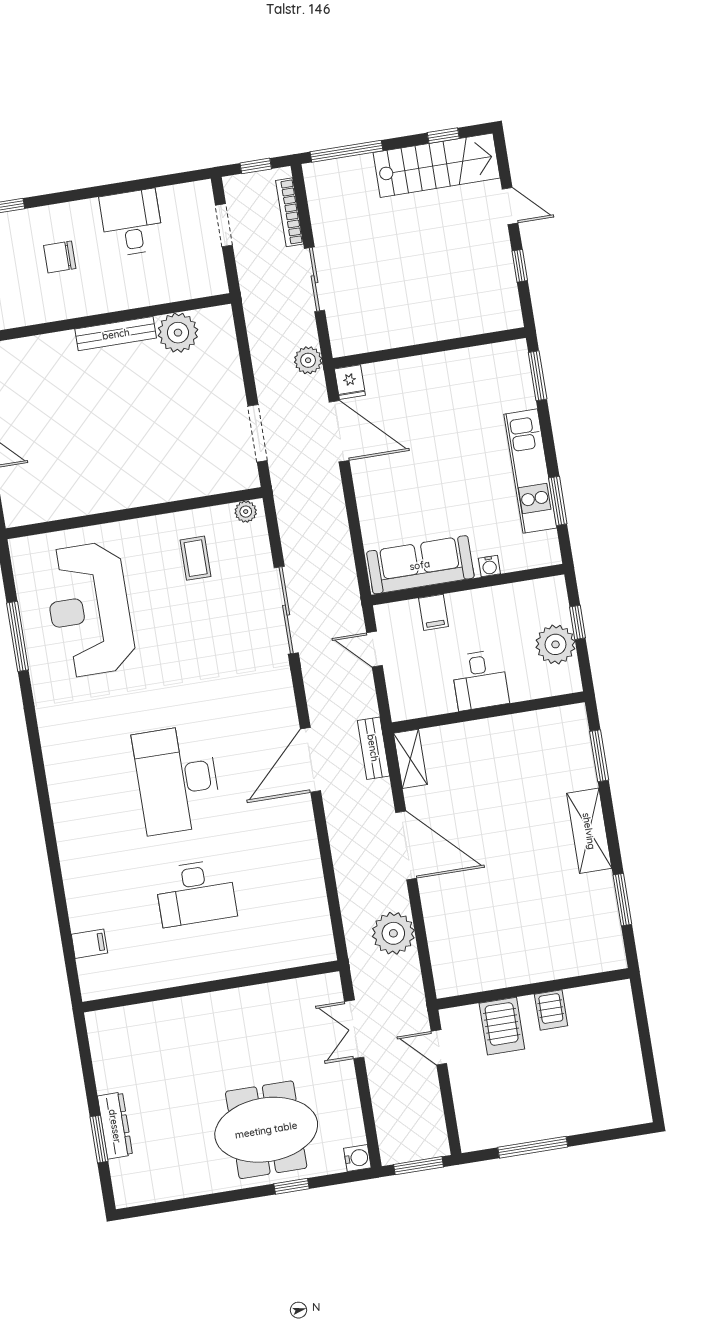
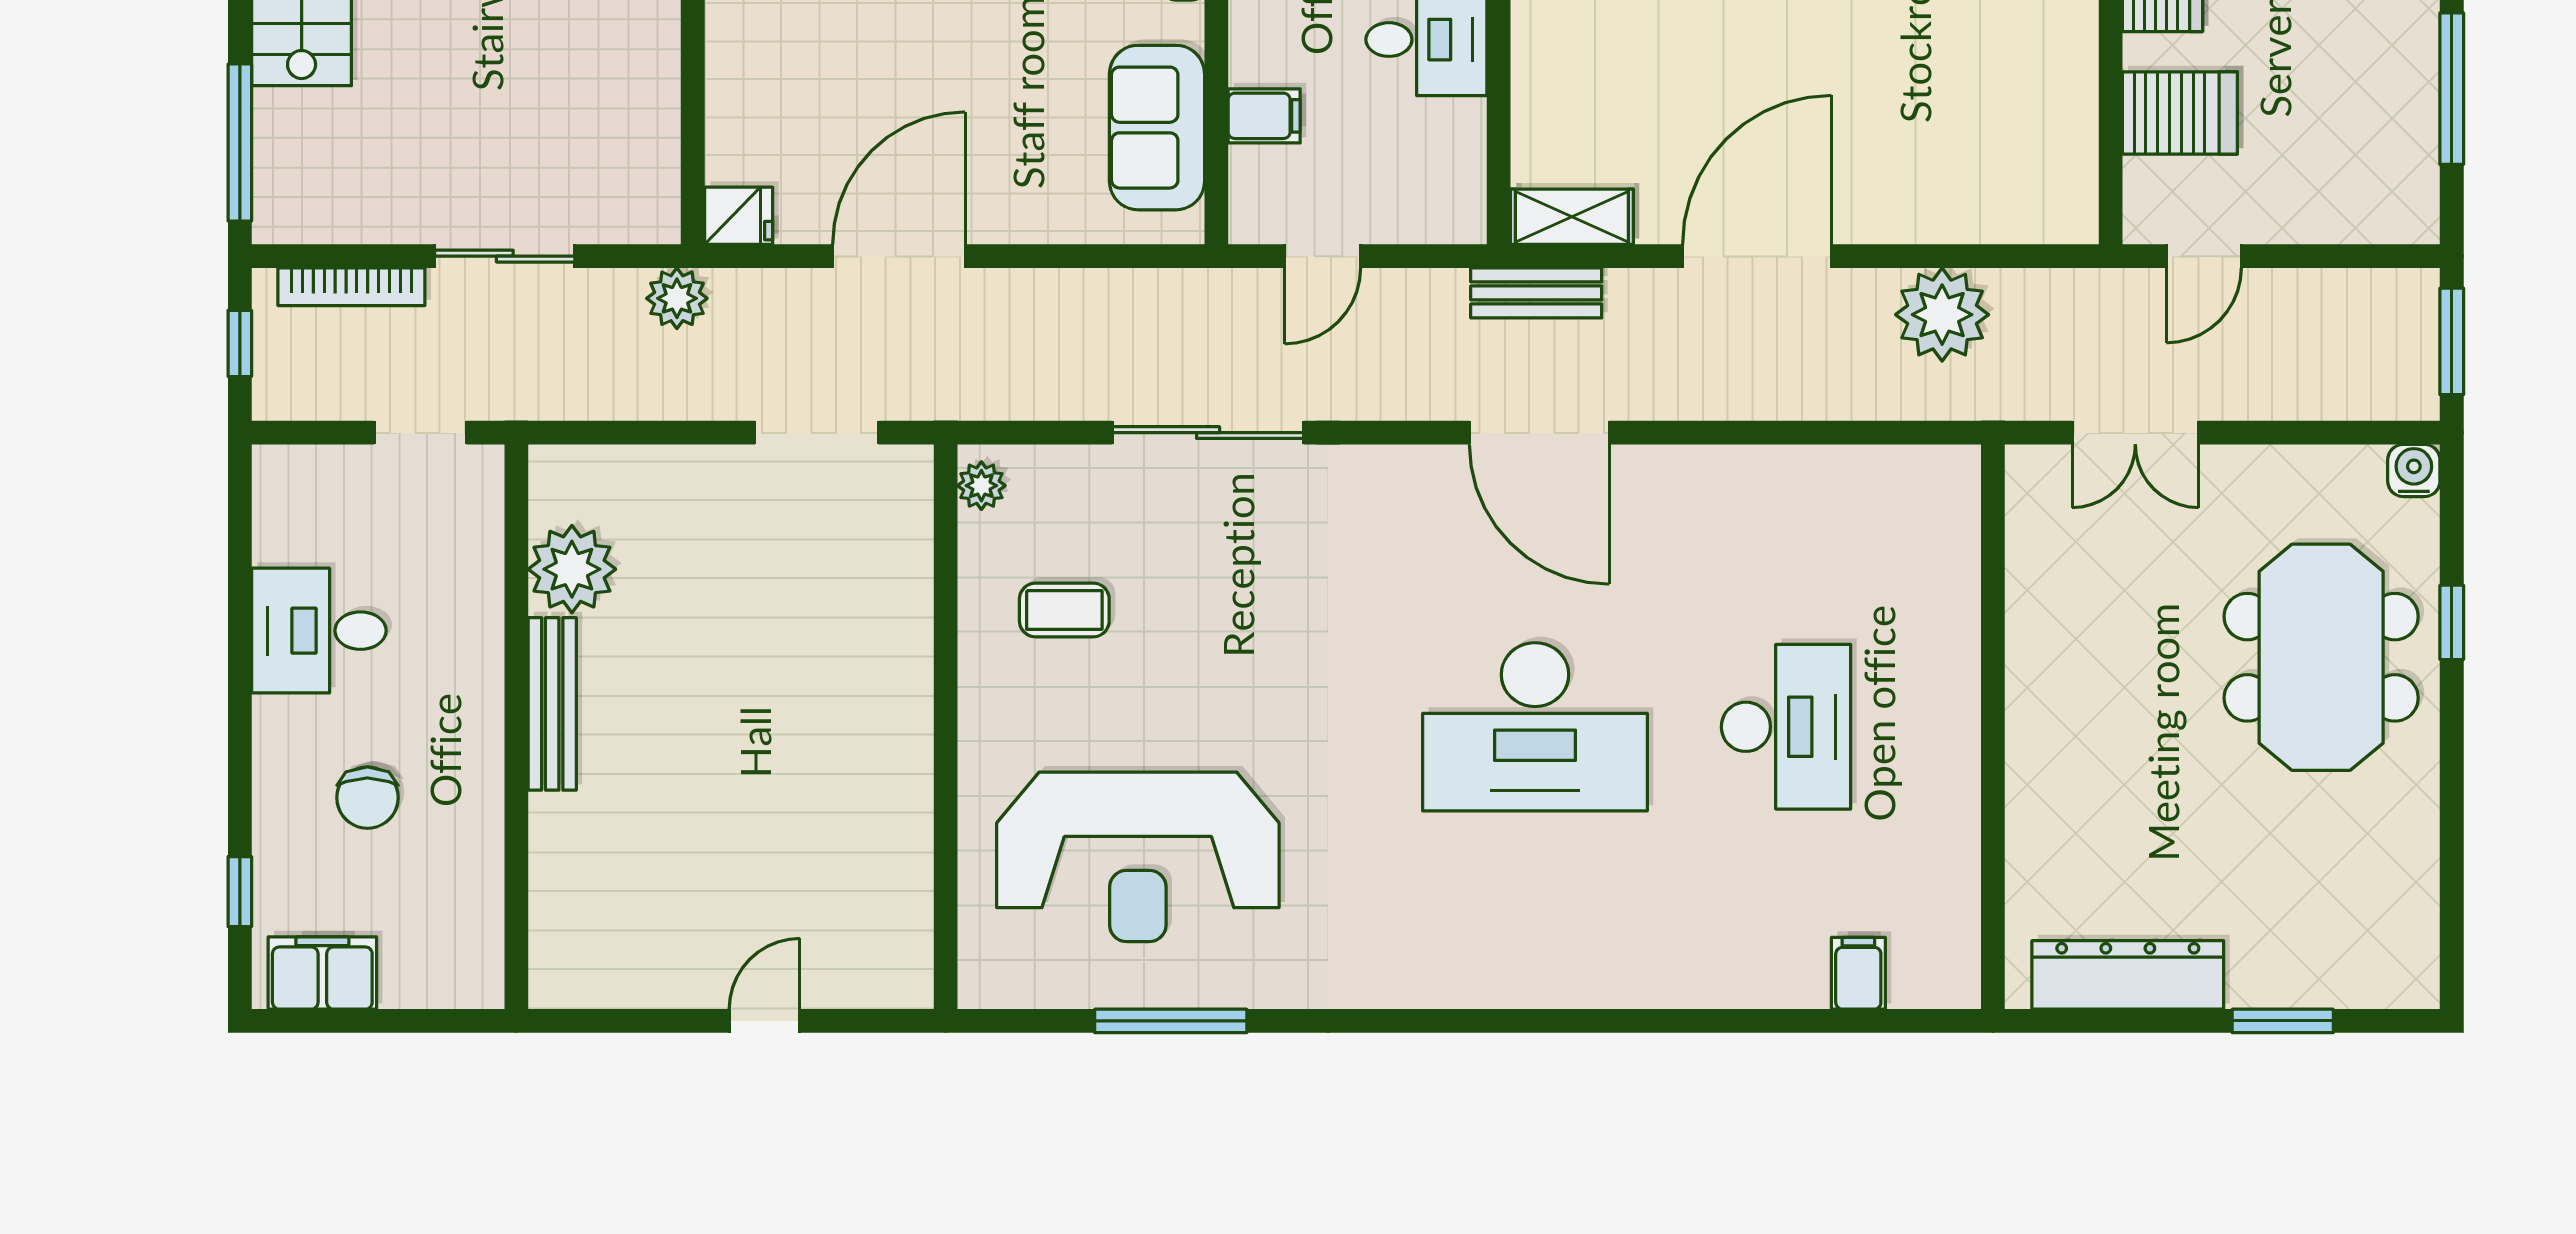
doorway: (224, 225) -> (420, 433), moved
door: (339, 431) -> (899, 256), moved
sofa: (420, 565) -> (1157, 128), width x0.73
dresser: (115, 1126) -> (2128, 975), moved, width x1.37, depth x1.24

